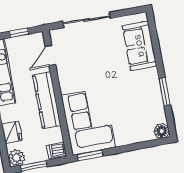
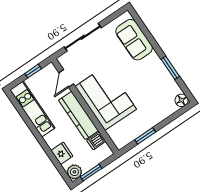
corner sofa: (88, 121) -> (106, 98), moved
dishwasher: (57, 150) -> (96, 141), moved
window: (90, 155) -> (145, 136), moved

